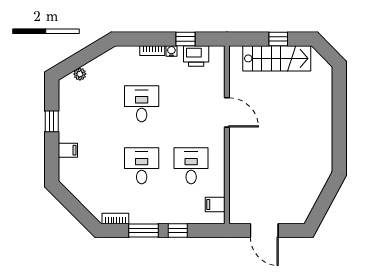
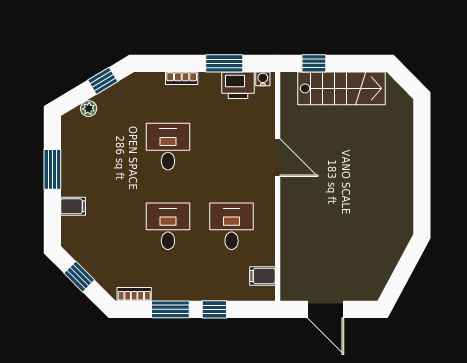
window: (185, 39) -> (224, 63), width x1.50
window: (278, 39) -> (314, 63), moved
water cooler: (171, 51) -> (263, 79), moved
window: (91, 52) -> (103, 81), added
window: (52, 121) -> (52, 169), width x1.50
window: (73, 205) -> (79, 277), added

